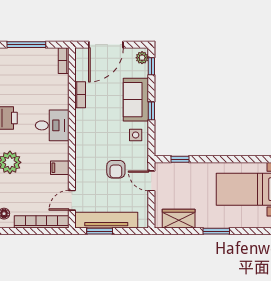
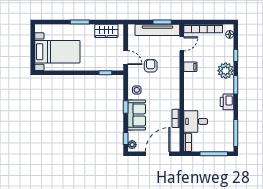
desk: (52, 125) -> (196, 121), moved

